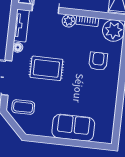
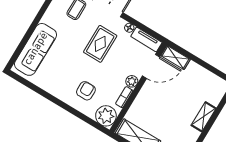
armchair: (98, 61) -> (86, 91), turned -90
sofa: (73, 128) -> (36, 49), width x1.36

